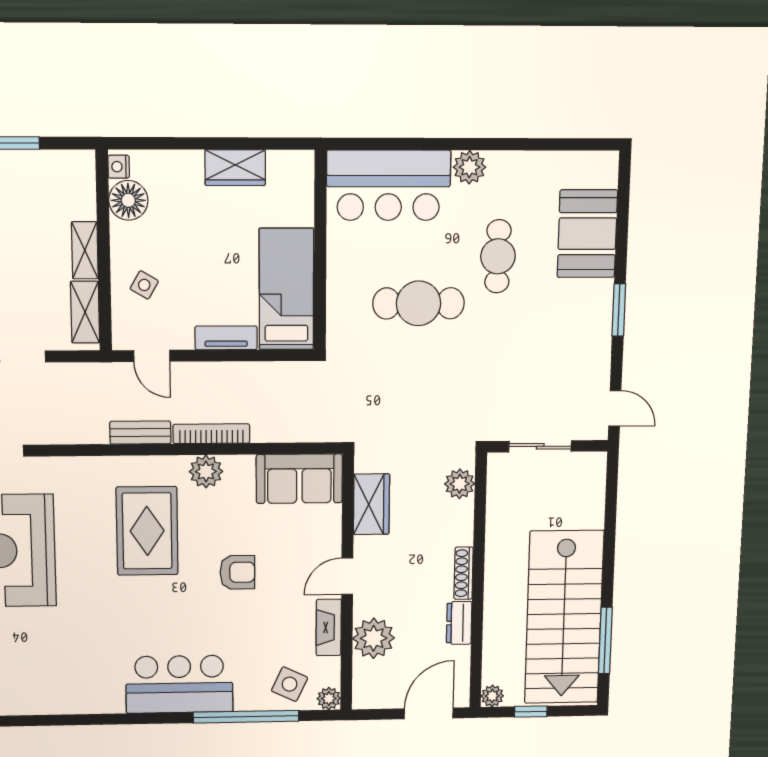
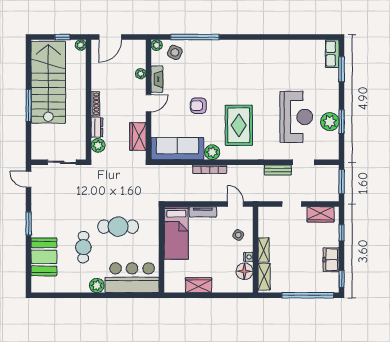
nightstand: (119, 167) -> (248, 257), moved
shelving: (85, 312) -> (264, 277), moved
bench: (140, 433) -> (278, 170), moved
sofa: (299, 479) -> (177, 149), width x1.36
dresser: (459, 623) -> (97, 127), moved
plant: (374, 638) -> (141, 74), width x0.53, depth x0.53
window: (605, 640) -> (29, 106), moved
bar counter: (179, 684) -> (225, 53), removed

